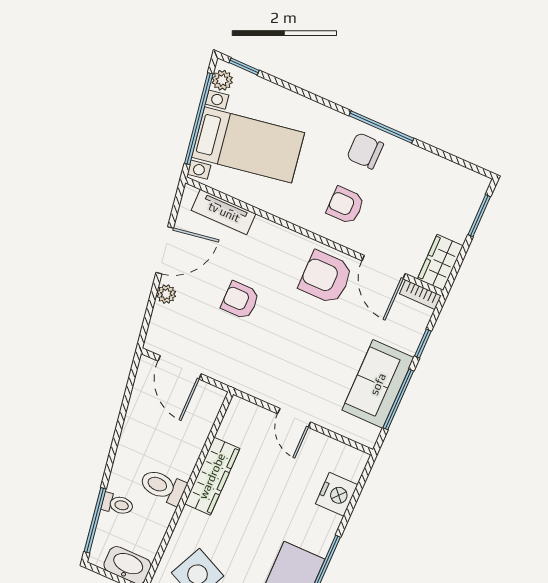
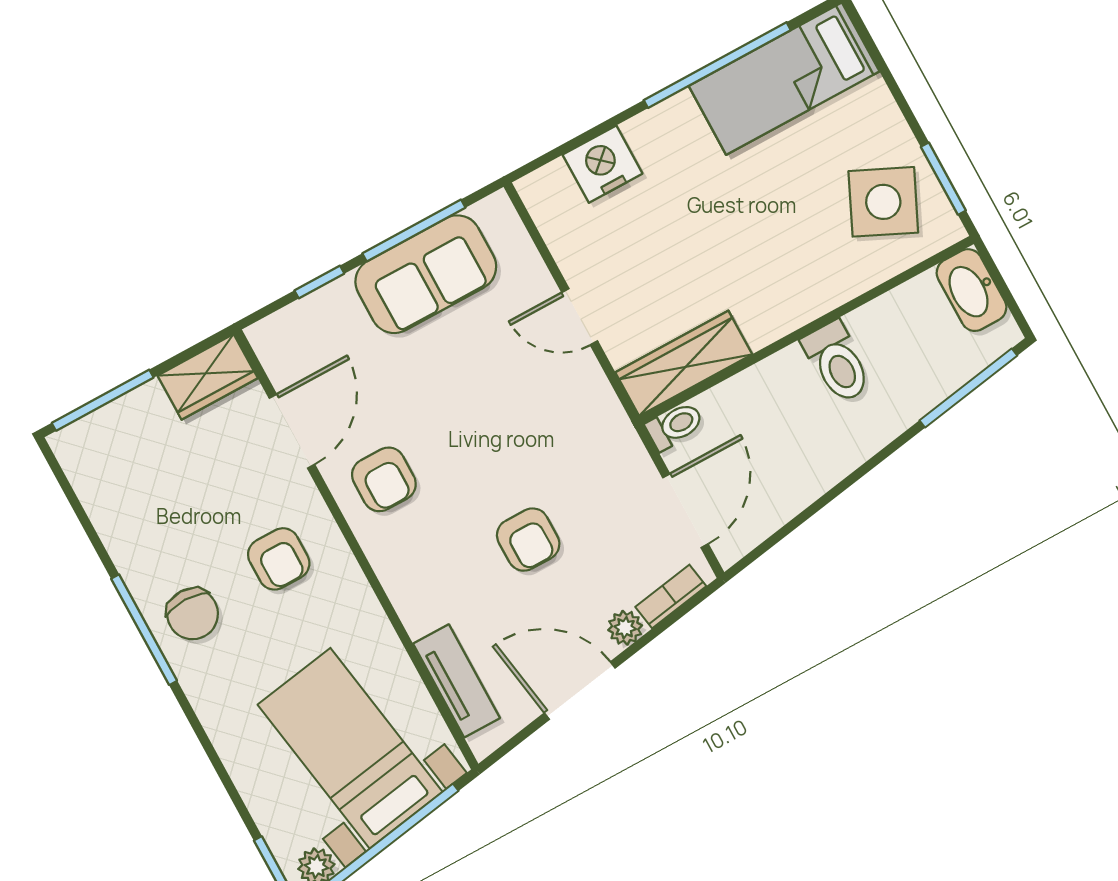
window: (479, 216) -> (103, 400), width x1.44
armchair: (326, 277) -> (384, 479), width x0.72, depth x0.72
bookcase: (420, 295) -> (671, 597), moved, turned -99
door: (294, 418) -> (580, 317), swing flipped
wardrobe: (212, 476) -> (684, 363), moved
toilet: (117, 504) -> (675, 426), moved, turned 99

